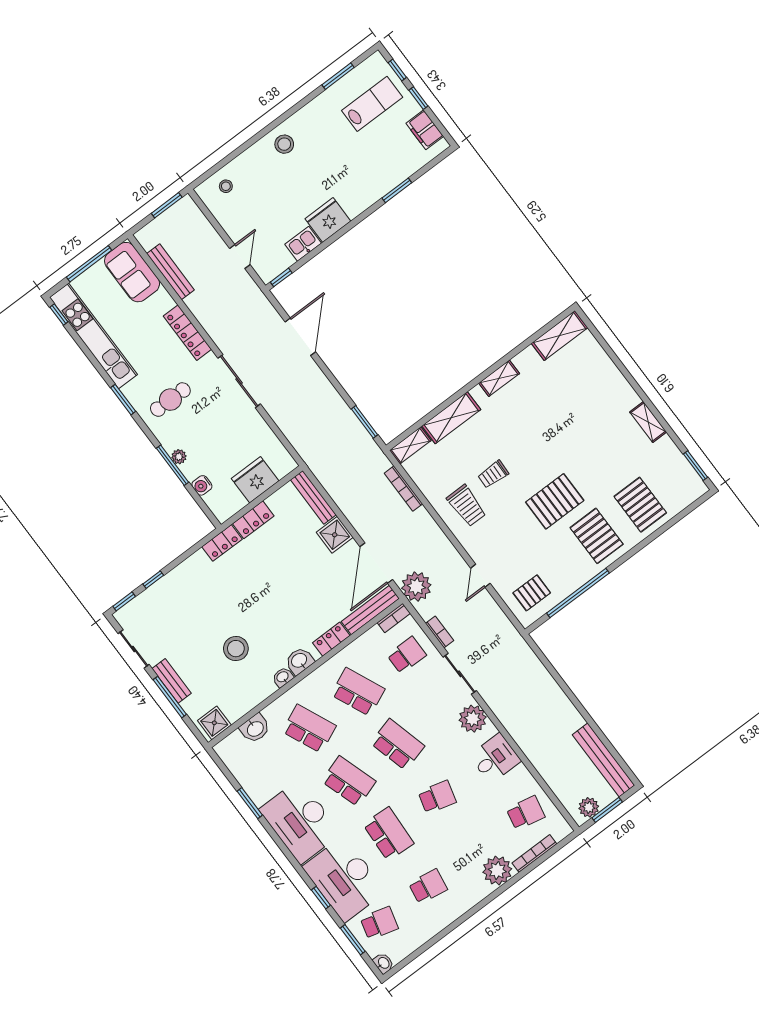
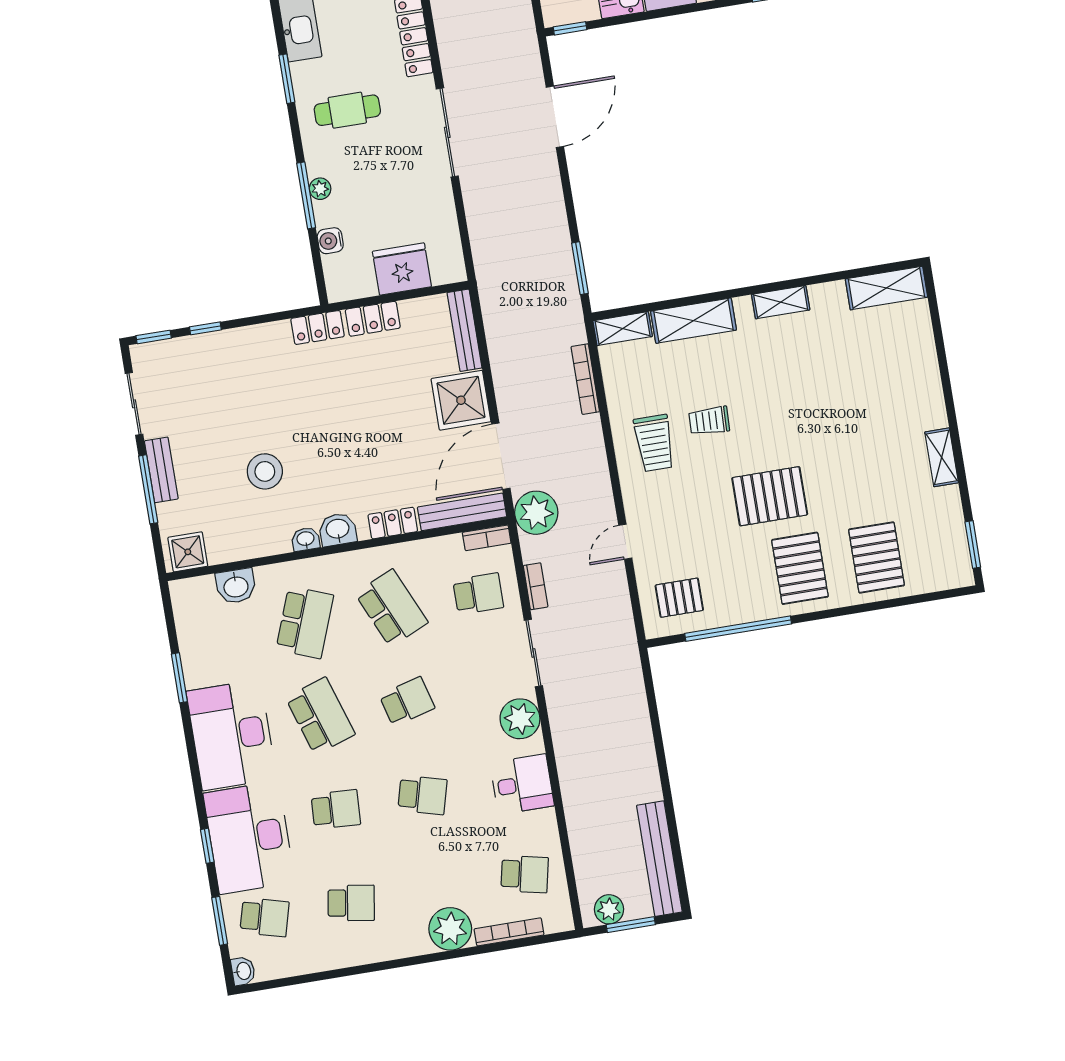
shower: (335, 535) -> (461, 400), width x1.36, depth x1.36
school desk: (309, 729) -> (305, 622), turned 45
school desk: (397, 744) -> (407, 702), width x0.54
school desk: (388, 834) -> (336, 809), width x0.54

